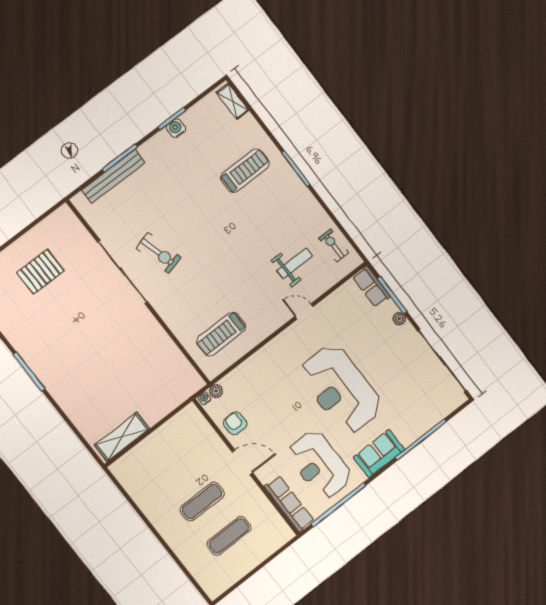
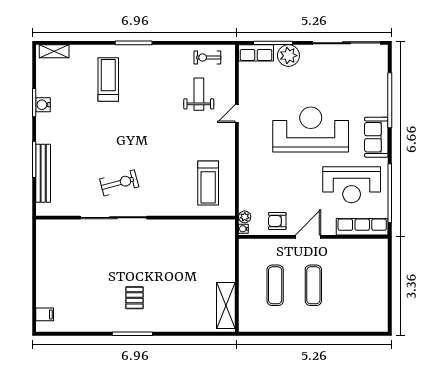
pallet: (40, 272) -> (135, 298), moved, width x0.67, depth x0.71
plant: (399, 319) -> (288, 56), width x1.88, depth x1.88
reception desk: (341, 389) -> (311, 130), turned 180
exercise mat: (229, 536) -> (275, 285), moved

